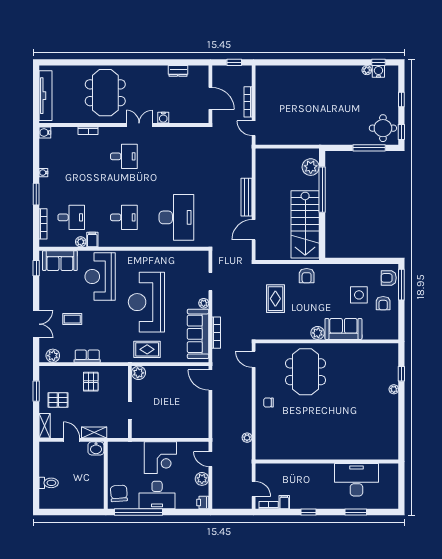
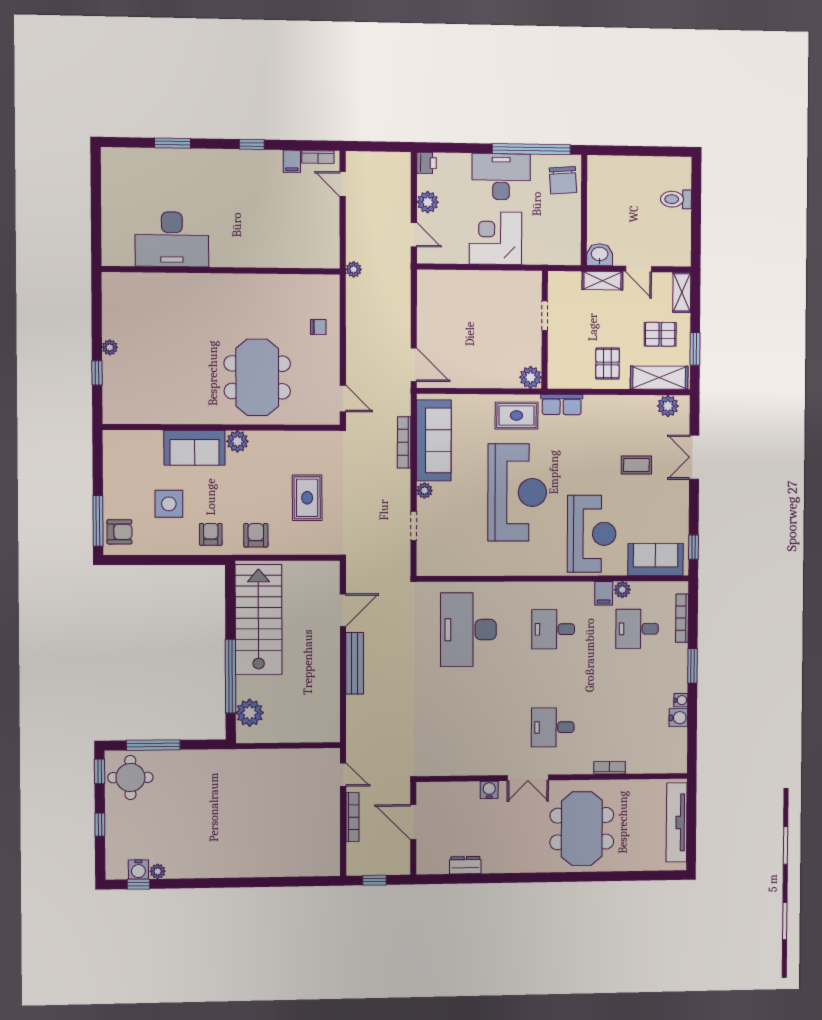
water cooler: (45, 132) -> (678, 718), moved
armchair: (383, 303) -> (211, 534), moved
row of seats: (87, 356) -> (562, 405), moved
shelving: (58, 373) -> (659, 378), added
wall: (327, 462) -> (221, 270), moved
desk: (356, 480) -> (172, 239), moved

